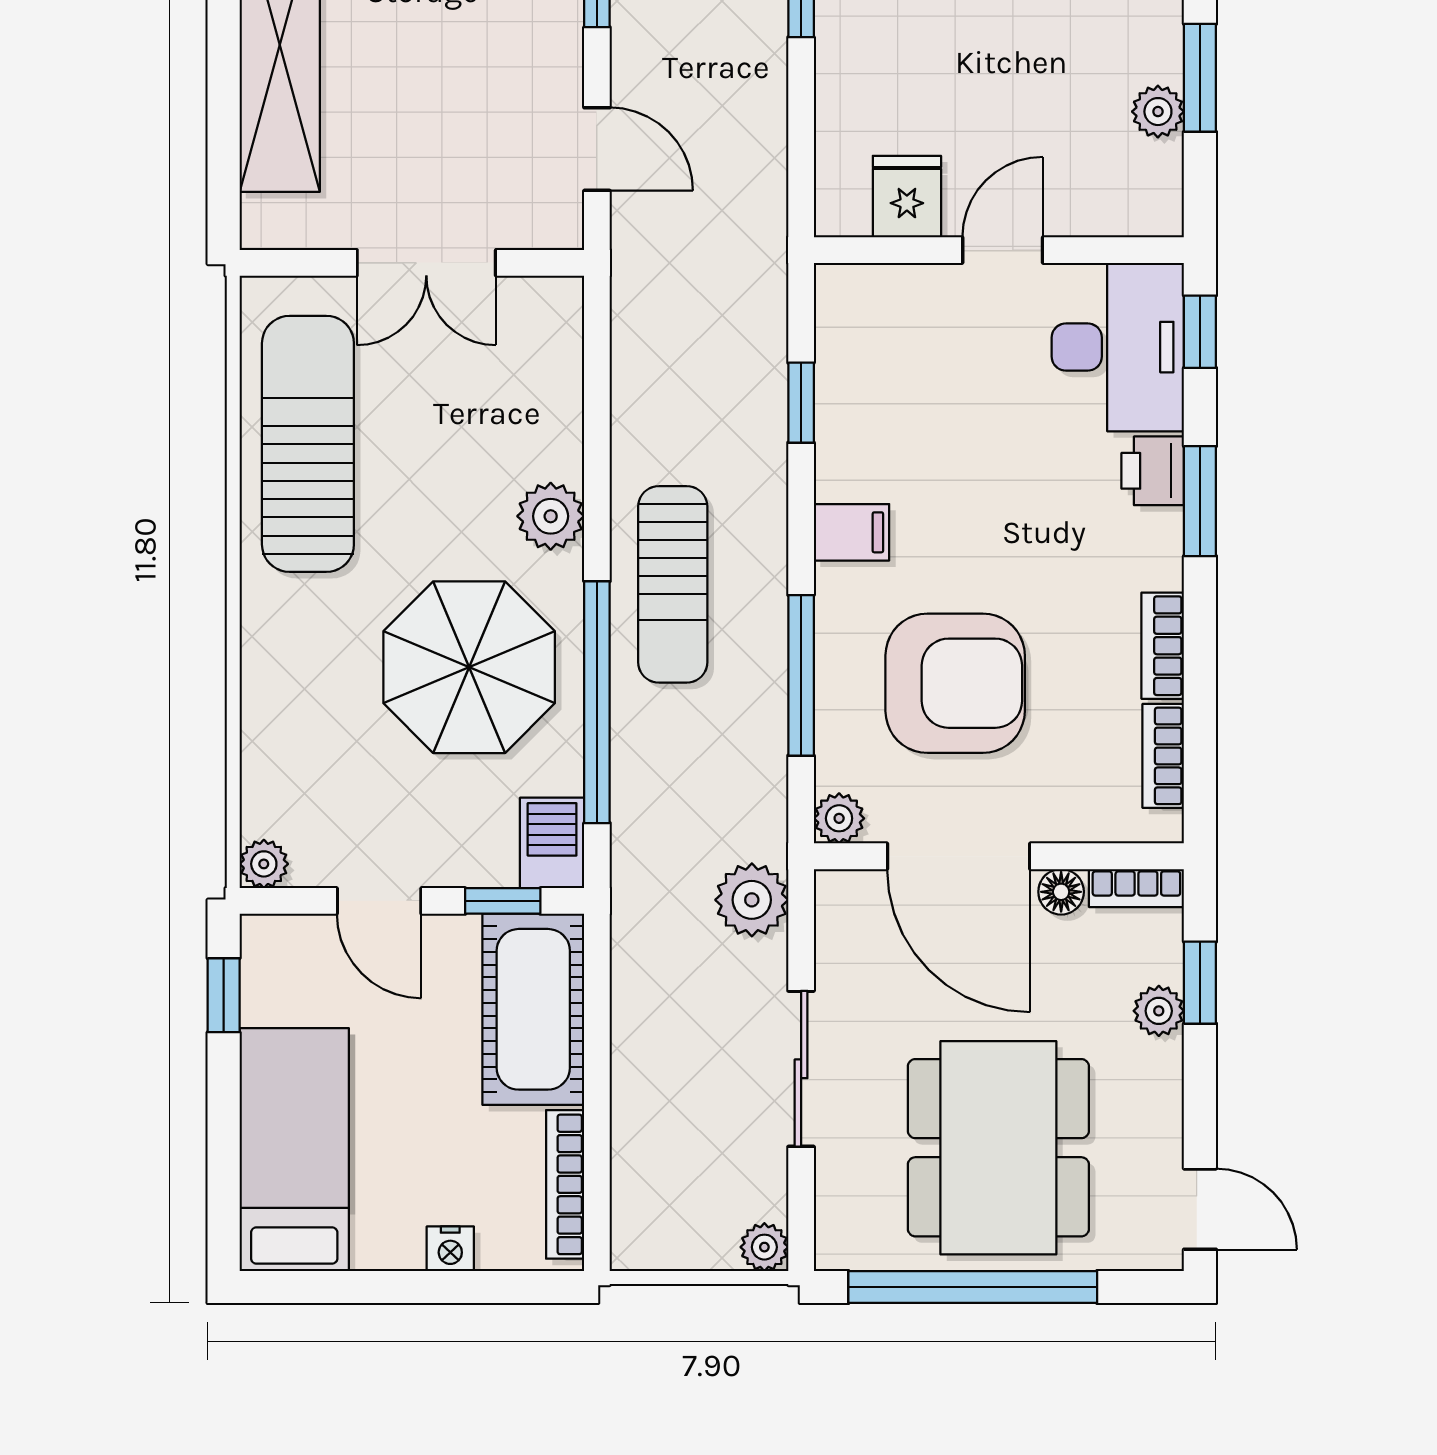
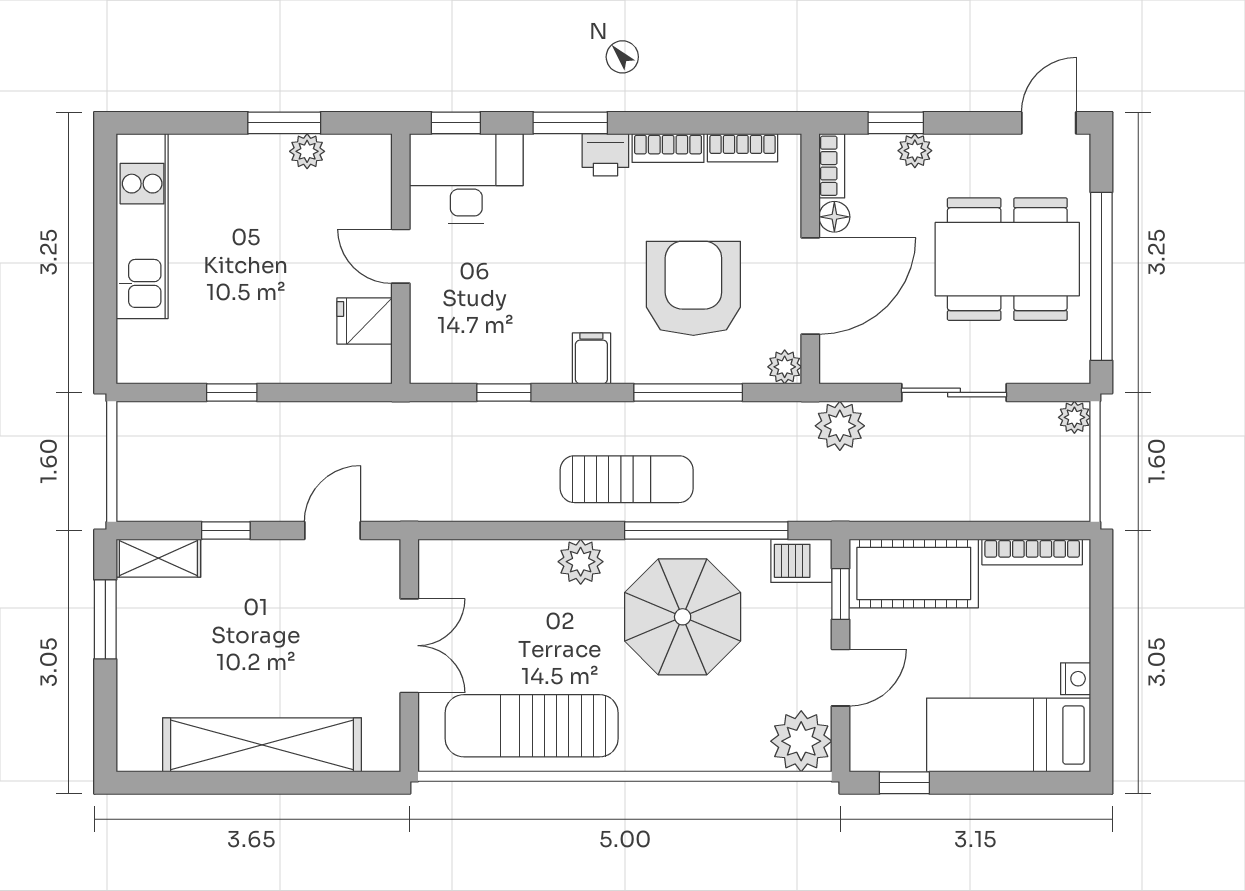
printer: (1153, 471) -> (605, 155), moved
plant: (264, 864) -> (801, 741), width x1.87, depth x1.87
nightstand: (450, 1249) -> (1076, 679), moved

